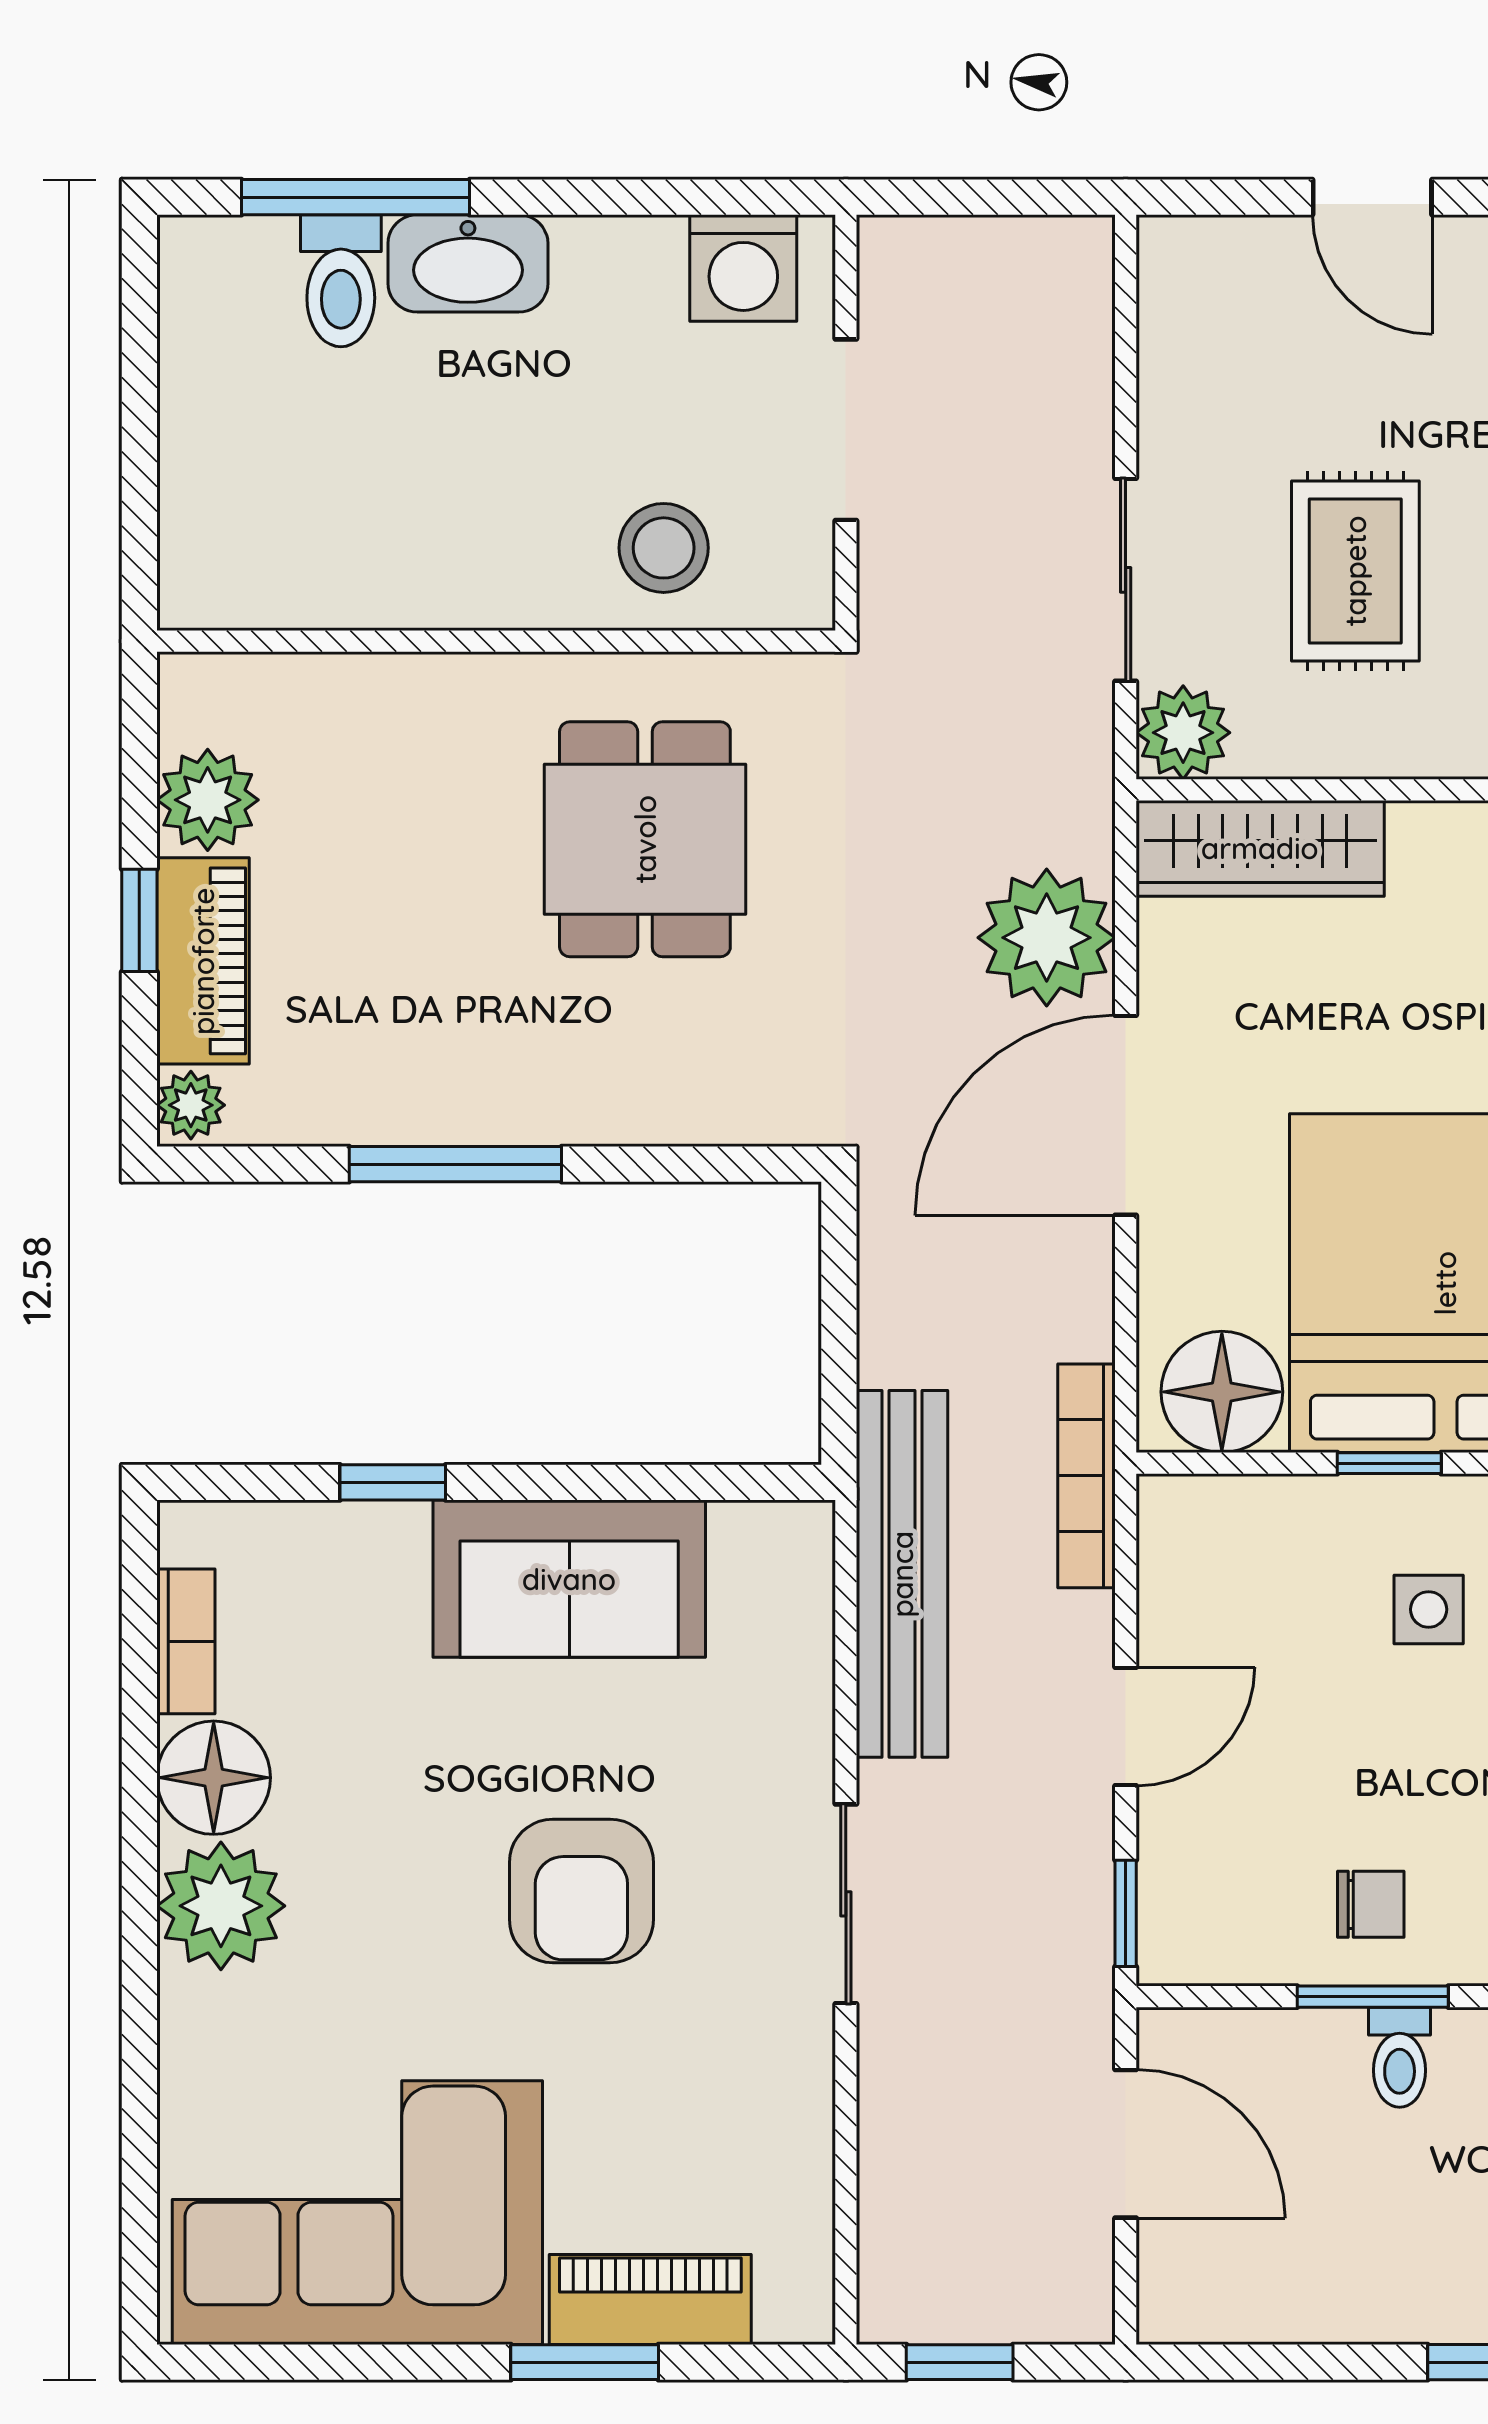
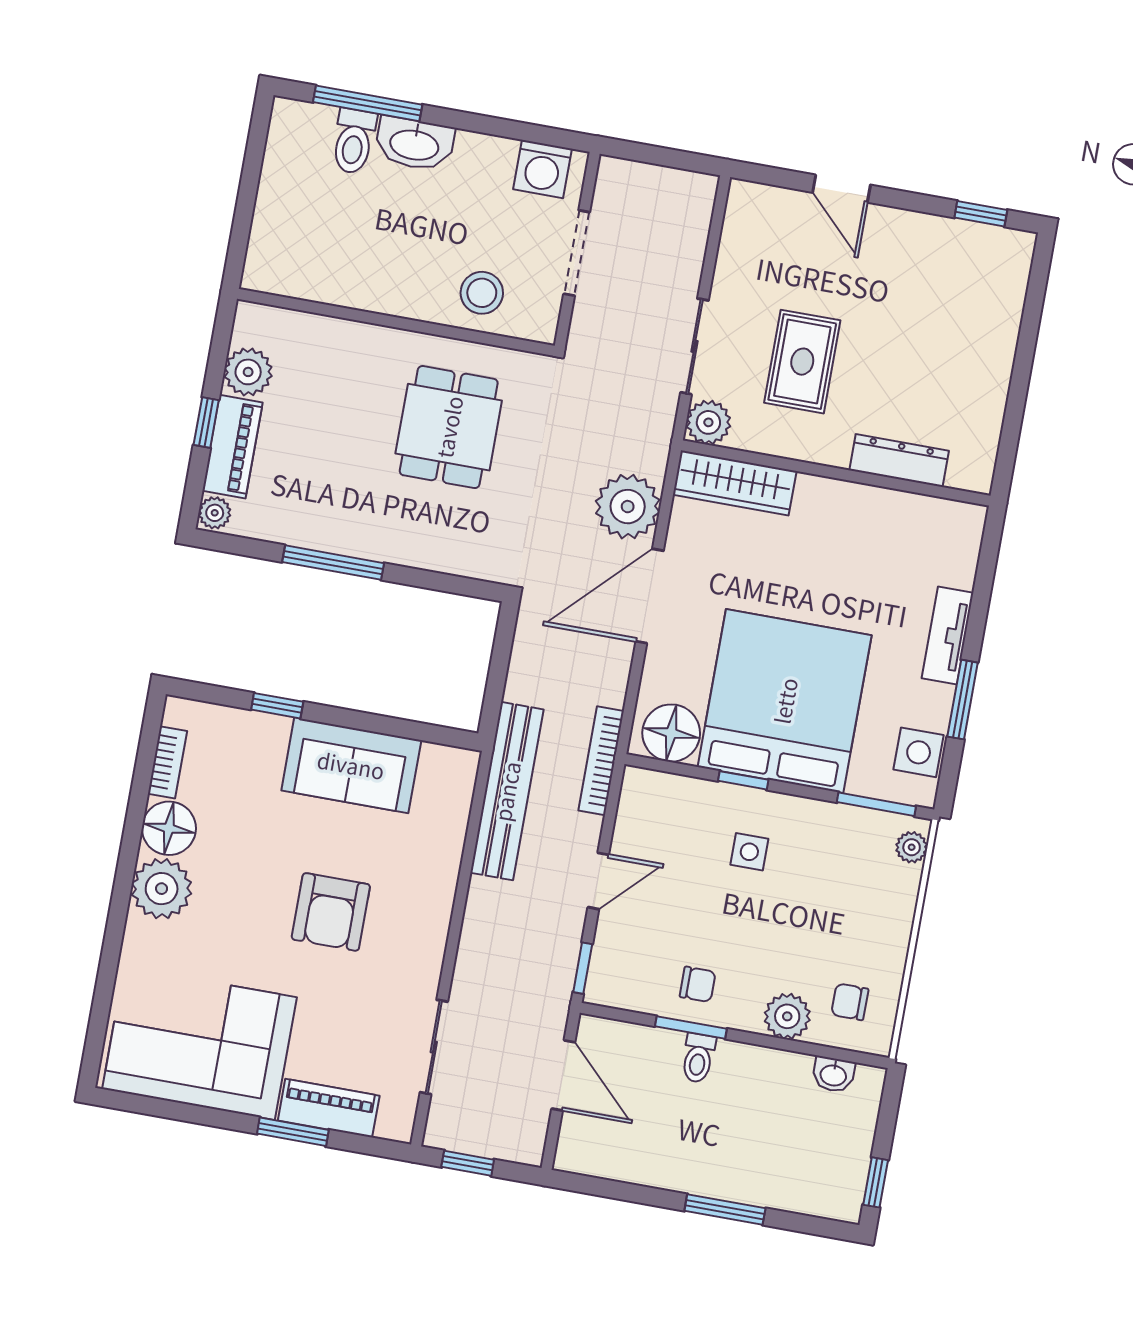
sliding door: (846, 1904) -> (434, 1047), moved

